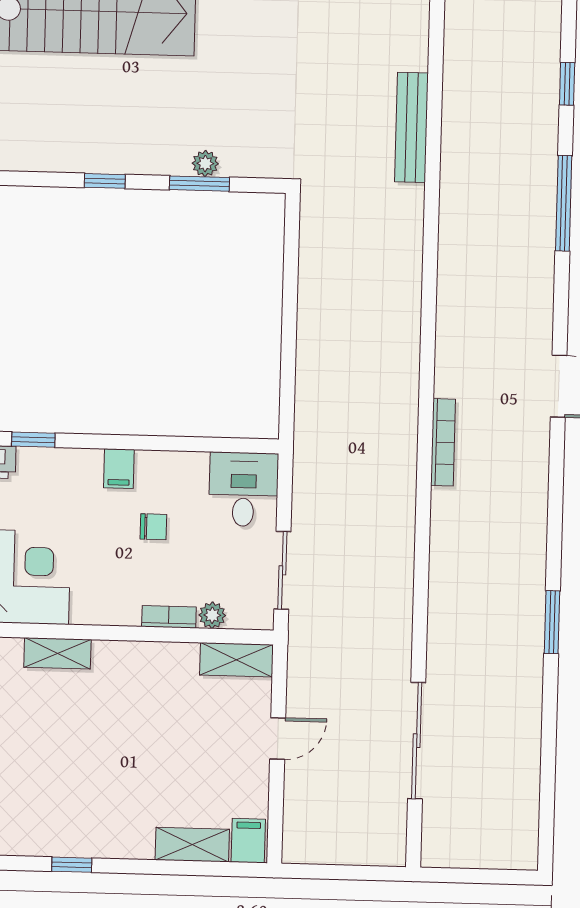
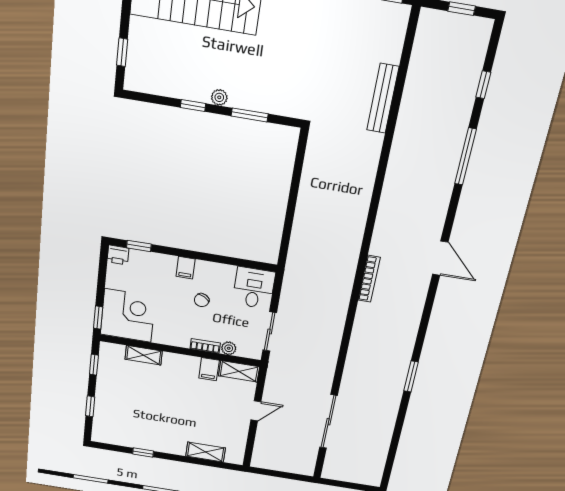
plant: (205, 163) -> (219, 97), moved
chair: (153, 527) -> (202, 300), turned 119
filing cabinet: (248, 841) -> (209, 369), moved, turned 180

